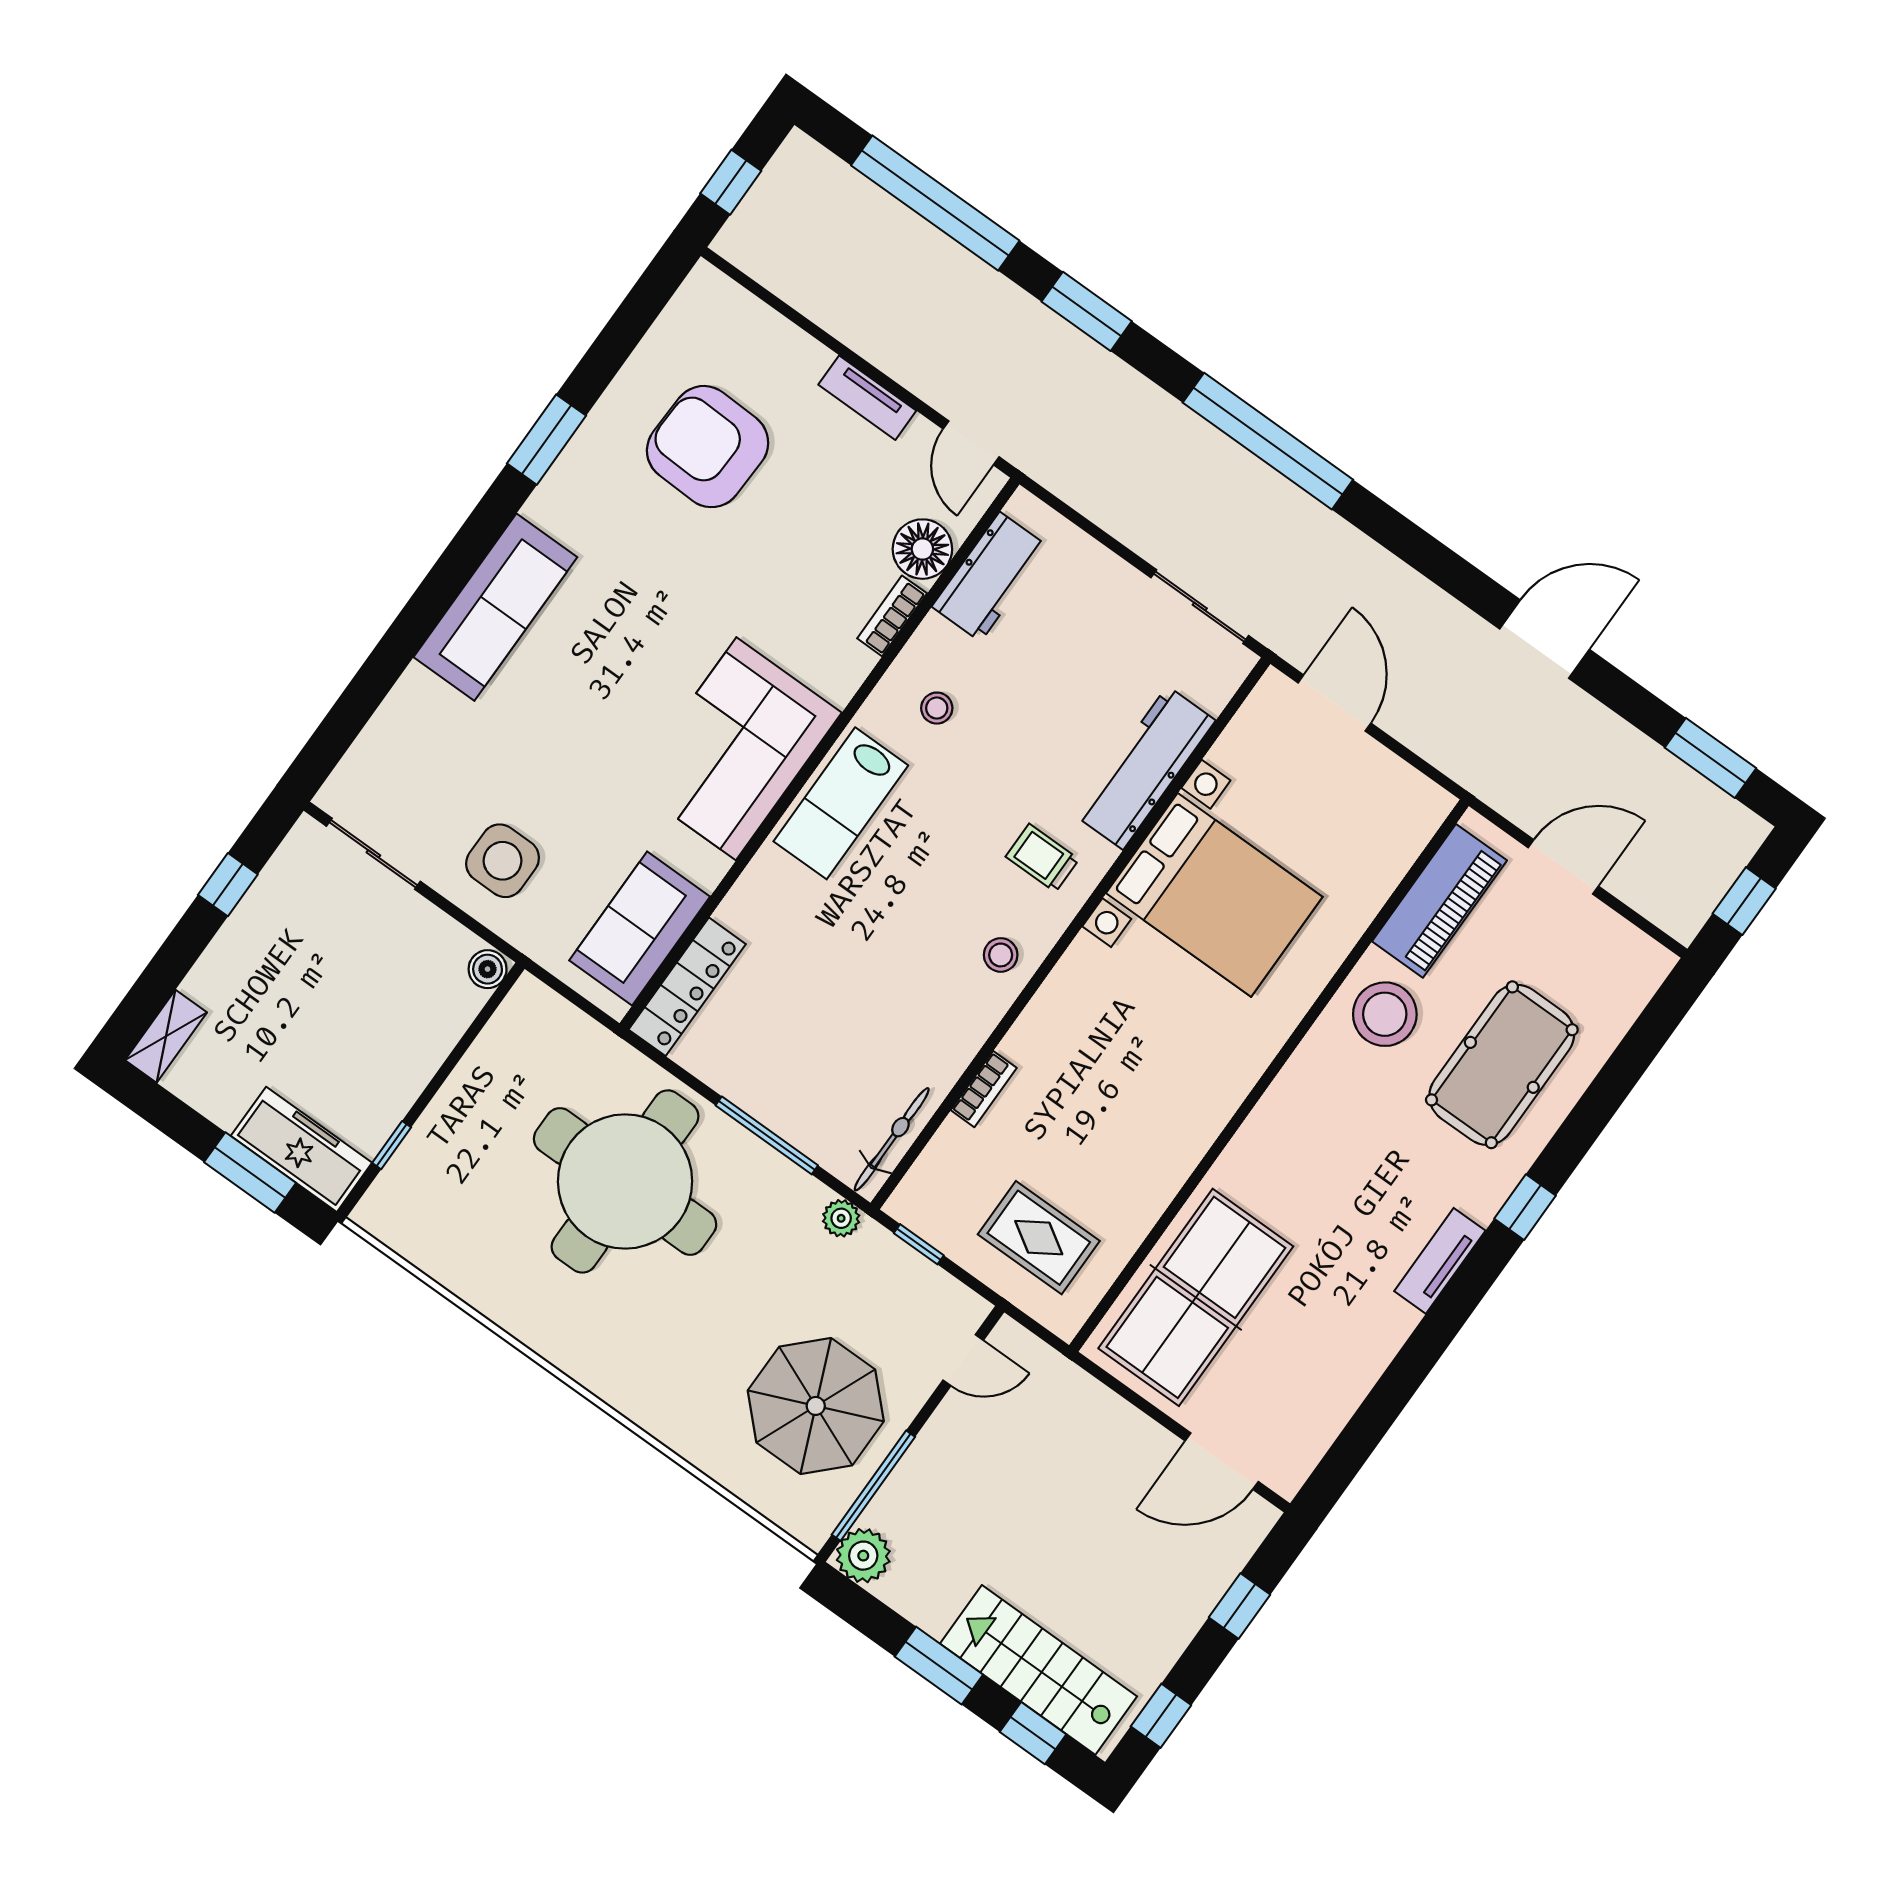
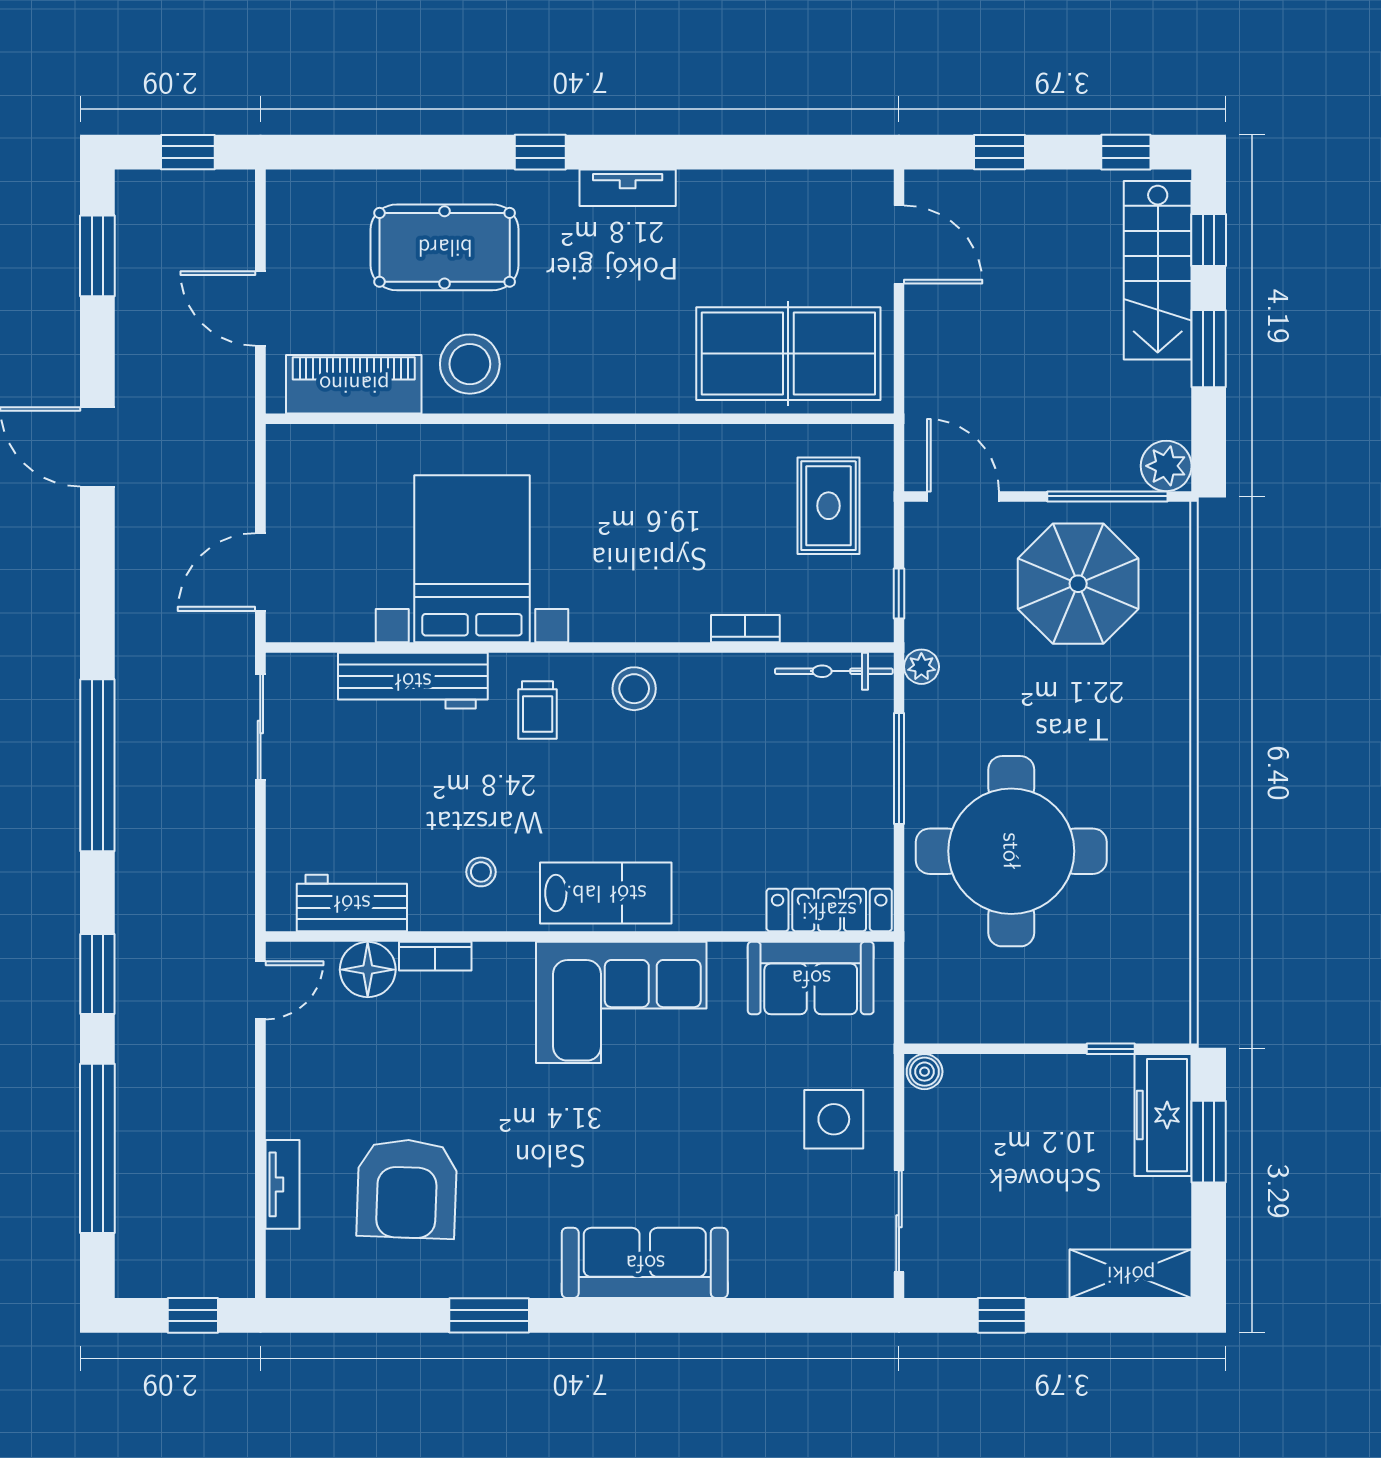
tv unit: (867, 398) -> (283, 1184), moved
stool: (1001, 955) -> (634, 689), width x1.37, depth x1.37
shelving: (166, 1036) -> (1131, 1274), width x1.50, depth x1.33
door: (963, 1360) -> (963, 496), width x1.38

